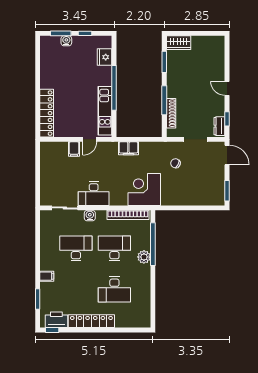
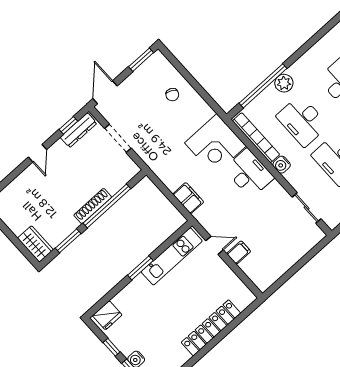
fridge: (105, 57) -> (107, 315), moved
window: (114, 88) -> (140, 268), width x0.47
window: (164, 100) -> (107, 206), width x1.46
locker: (47, 113) -> (211, 328), moved
shoe rack: (171, 113) -> (93, 206), moved
dresser: (219, 126) -> (78, 130), width x1.44
chair: (175, 163) -> (172, 95), moved
desk: (94, 194) -> (249, 173), moved
water cooler: (90, 216) -> (282, 165), moved

